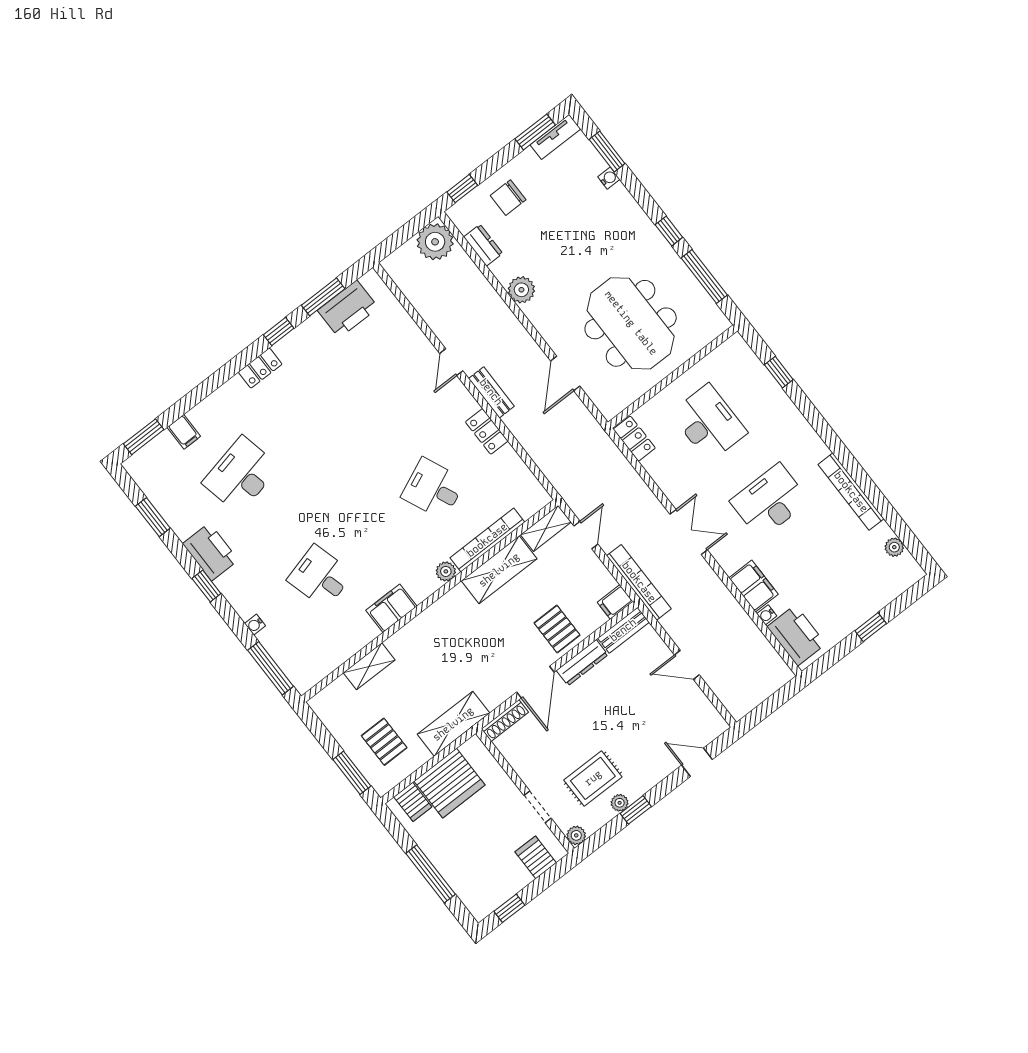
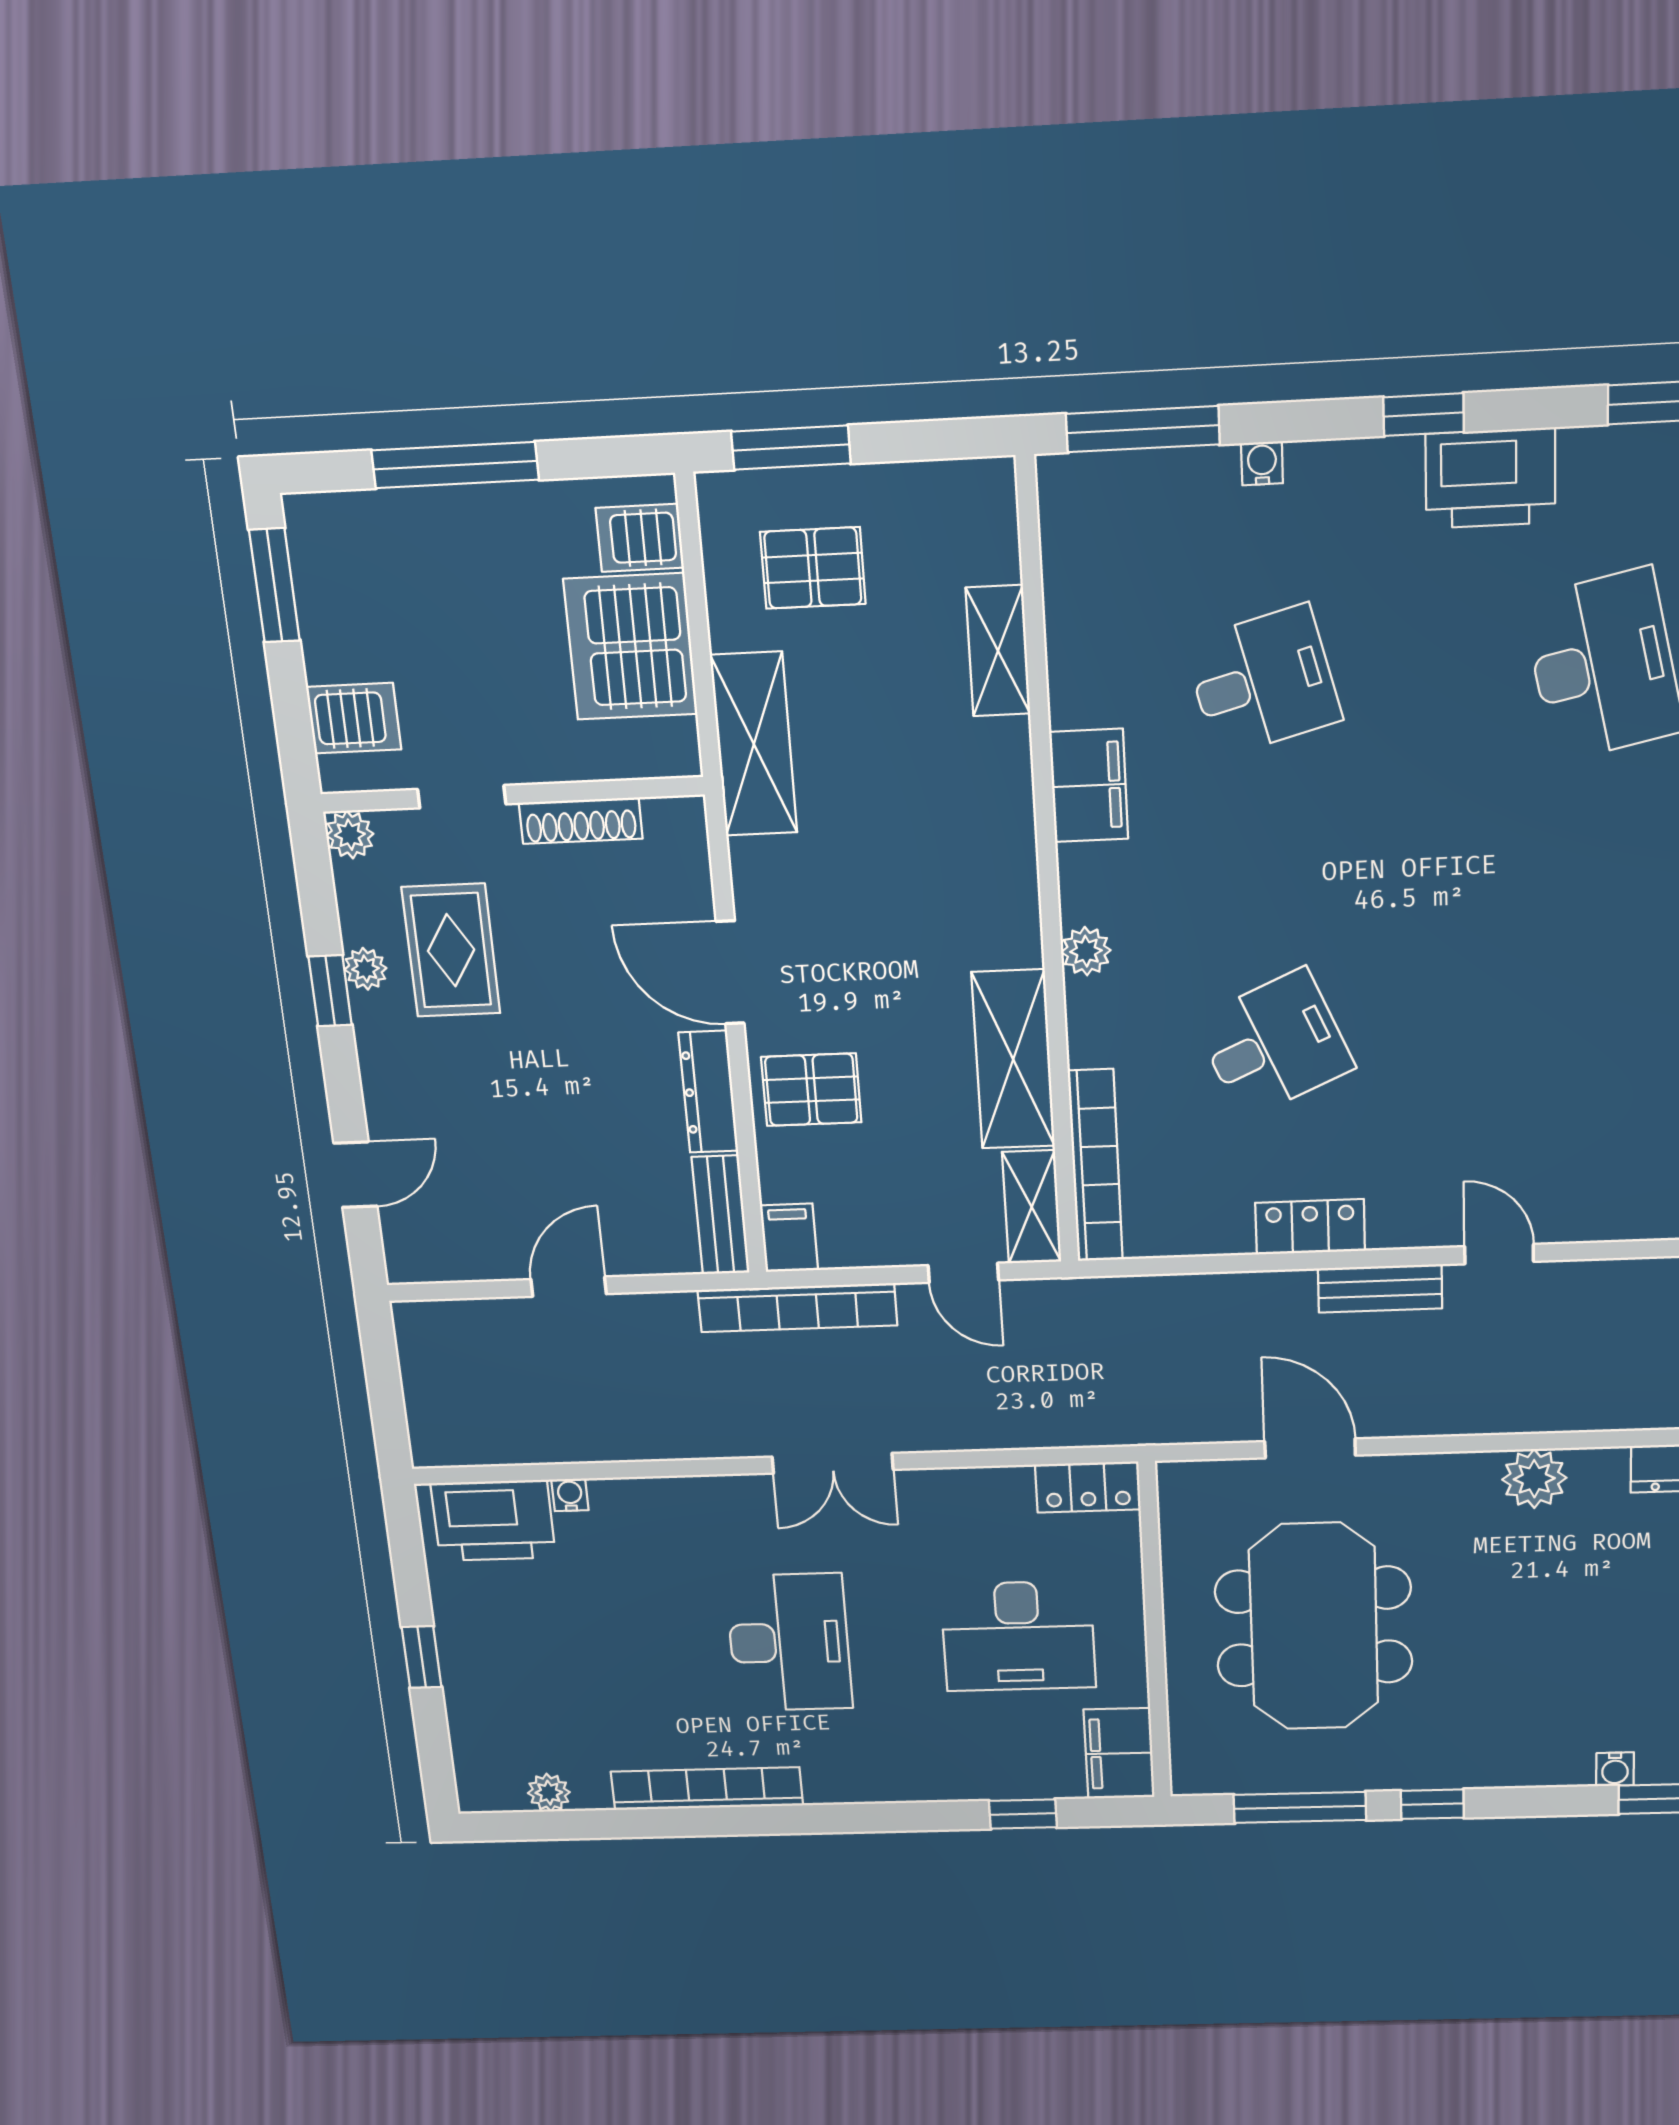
meeting table: (631, 323) -> (1314, 1627), turned 90
bookcase: (487, 540) -> (1095, 1166), moved
filing cabinet: (753, 586) -> (1119, 1753), moved, turned 90
shoe rack: (505, 721) -> (581, 821), moved, turned -90
window: (509, 908) -> (274, 585), width x1.50

